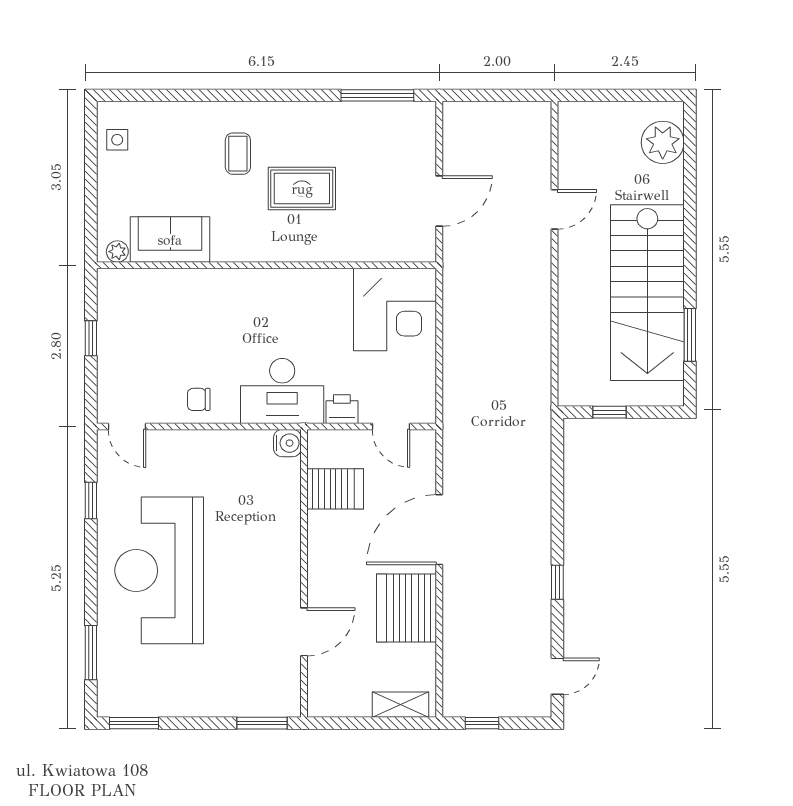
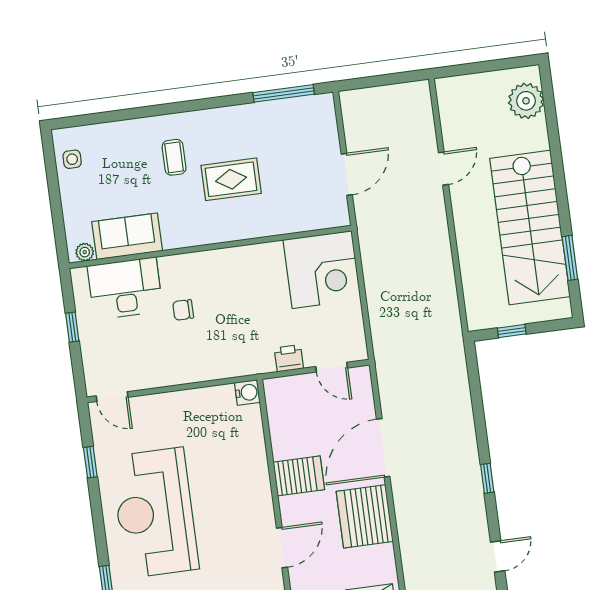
desk: (282, 391) -> (125, 288), moved, turned 180
chair: (199, 399) -> (183, 310), moved
server rack: (335, 489) -> (299, 476), moved

